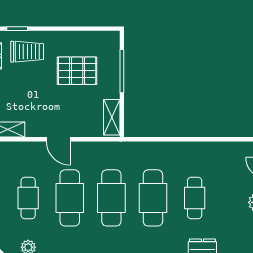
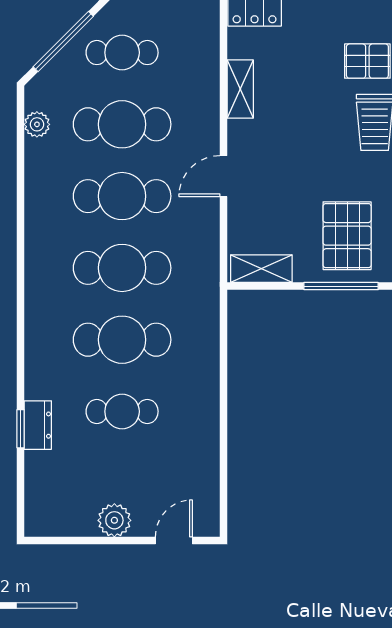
pallet: (77, 71) -> (347, 236), moved
cafe table: (28, 198) -> (122, 124), width x1.37, depth x1.35

